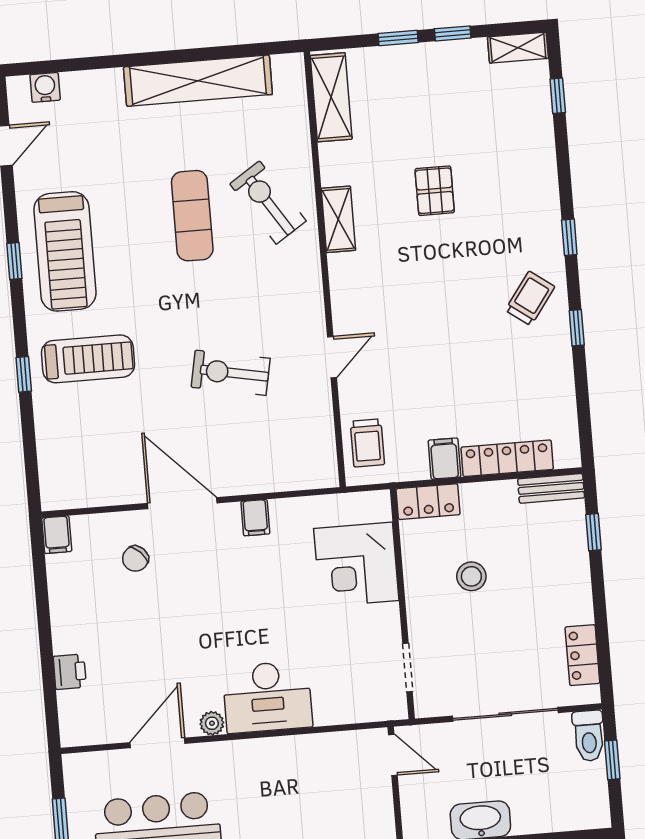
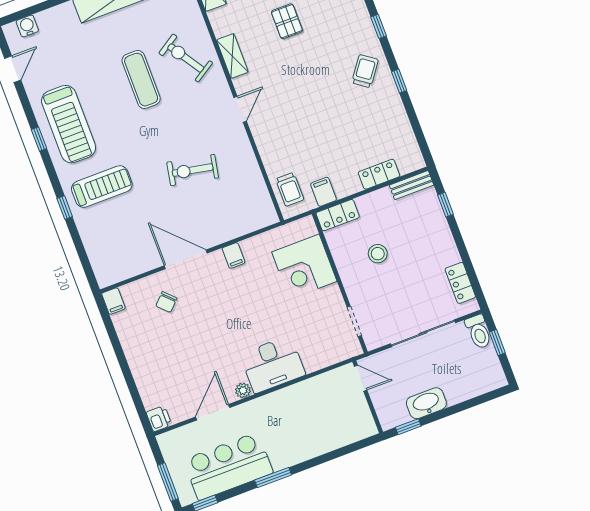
door: (332, 357) -> (240, 109), moved
locker: (507, 458) -> (379, 174), width x0.66
filing cabinet: (444, 459) -> (324, 192), moved
printer: (70, 672) -> (159, 419), moved

